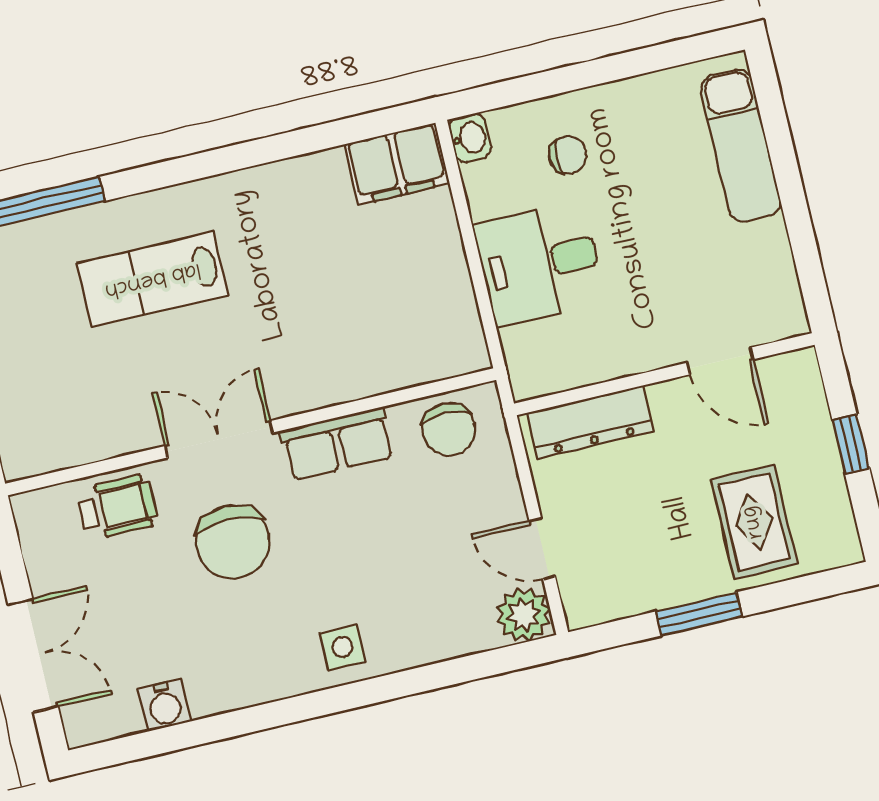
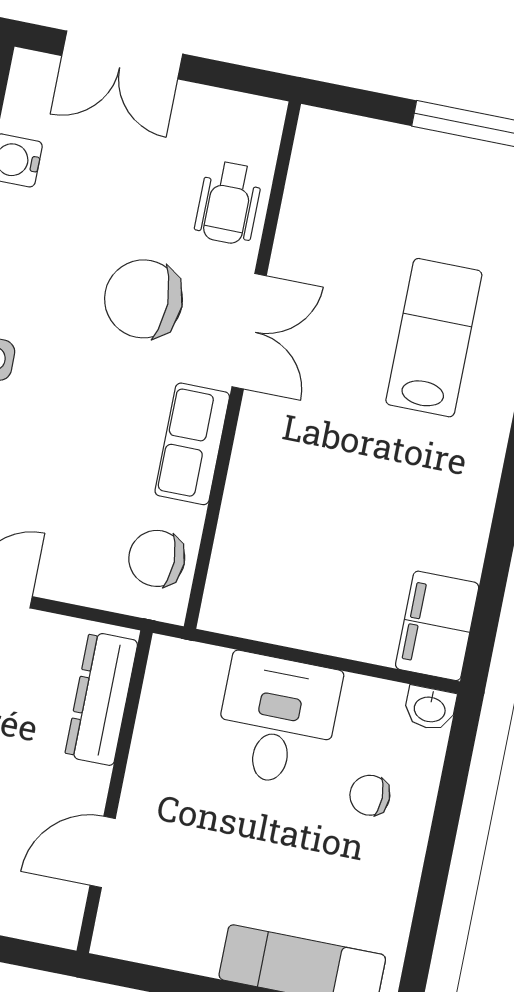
chair: (568, 155) -> (370, 795), turned 90

